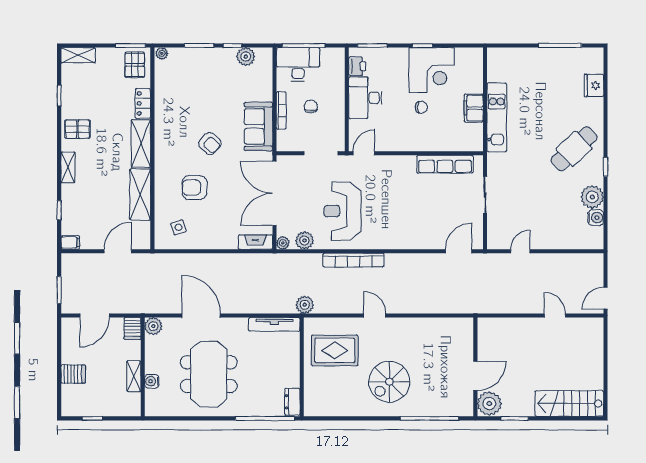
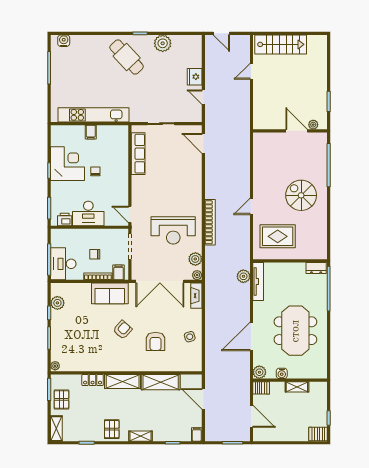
pallet: (135, 65) -> (61, 399), moved, turned 90
fridge: (594, 85) -> (195, 77), moved, turned 90
filing cabinet: (474, 108) -> (91, 132), width x0.50
kitchen unit: (497, 117) -> (94, 115), width x1.36
filing cabinet: (286, 138) -> (119, 272), added
water cooler: (596, 218) -> (64, 41), moved
side table: (178, 227) -> (190, 337), moved
door: (606, 298) -> (221, 33), moved
plant: (305, 305) -> (243, 276), moved
rug: (335, 350) -> (278, 236), turned 90
server rack: (73, 374) -> (318, 434), moved, turned -90
meeting table: (209, 374) -> (295, 331), turned 90
water cooler: (152, 381) -> (282, 373), moved
spiral stairs: (389, 382) -> (301, 195), turned 180
plant: (489, 404) -> (313, 125), width x0.53, depth x0.53
stairs: (569, 404) -> (281, 44), moved, turned -90

